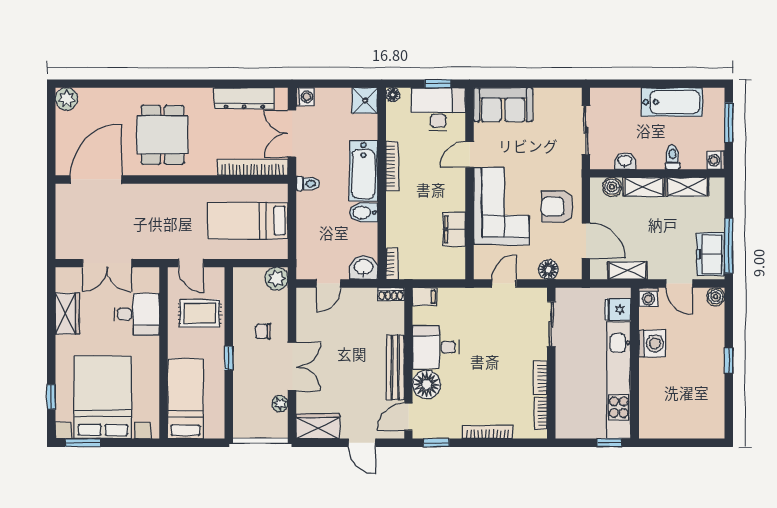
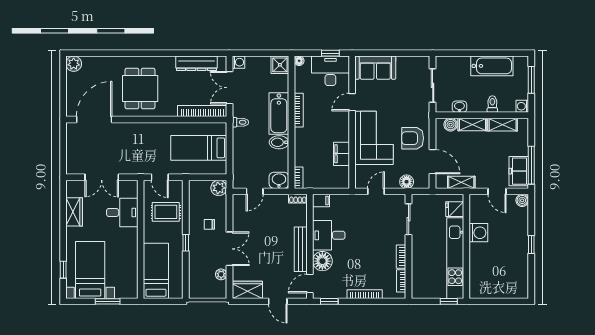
washing machine: (648, 297) -> (476, 201), removed
bed with nightstands: (103, 397) -> (90, 270), width x0.73
window: (83, 443) -> (108, 301), moved

